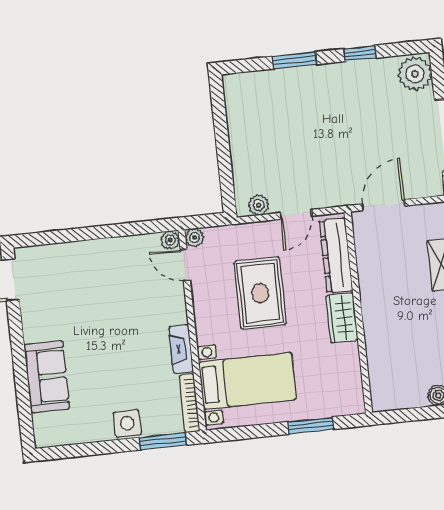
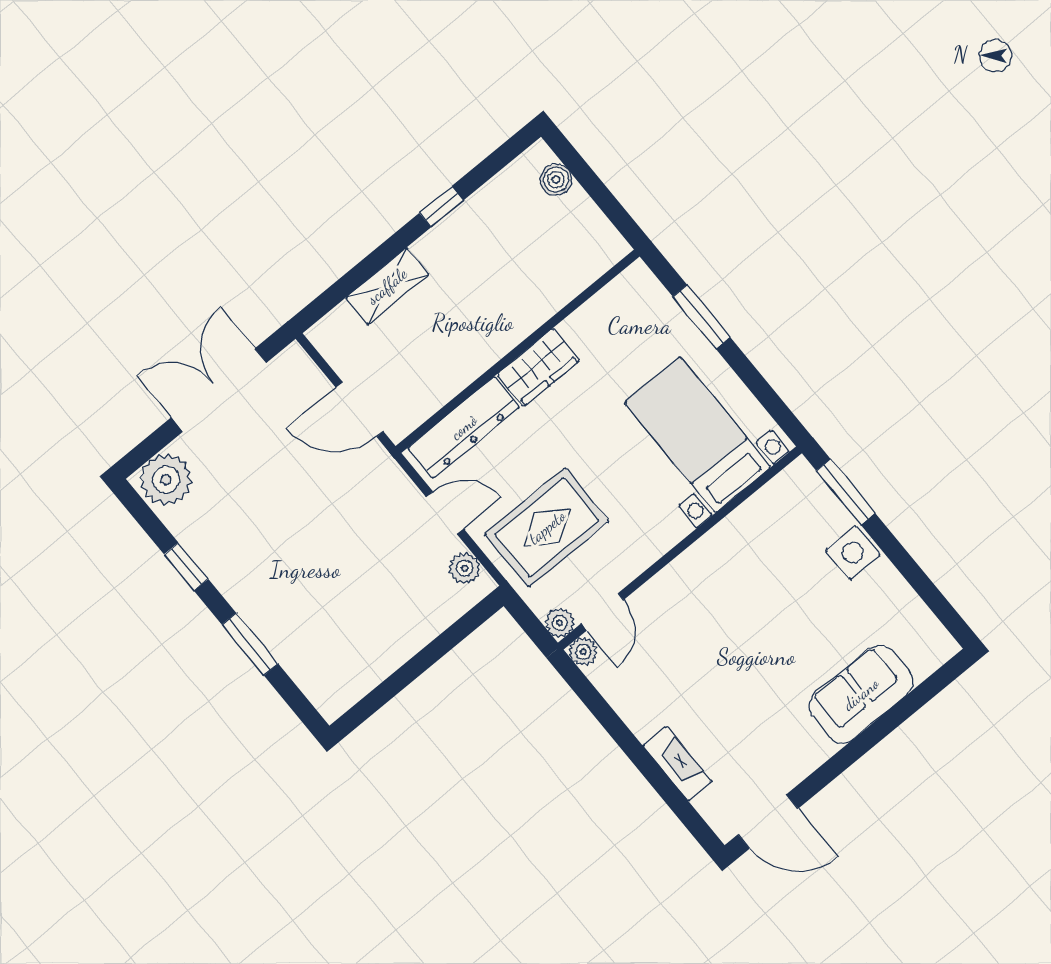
rug: (260, 293) -> (547, 527), moved
fireplace: (181, 349) -> (677, 763), moved, turned -90
bookcase: (189, 403) -> (775, 490), removed

